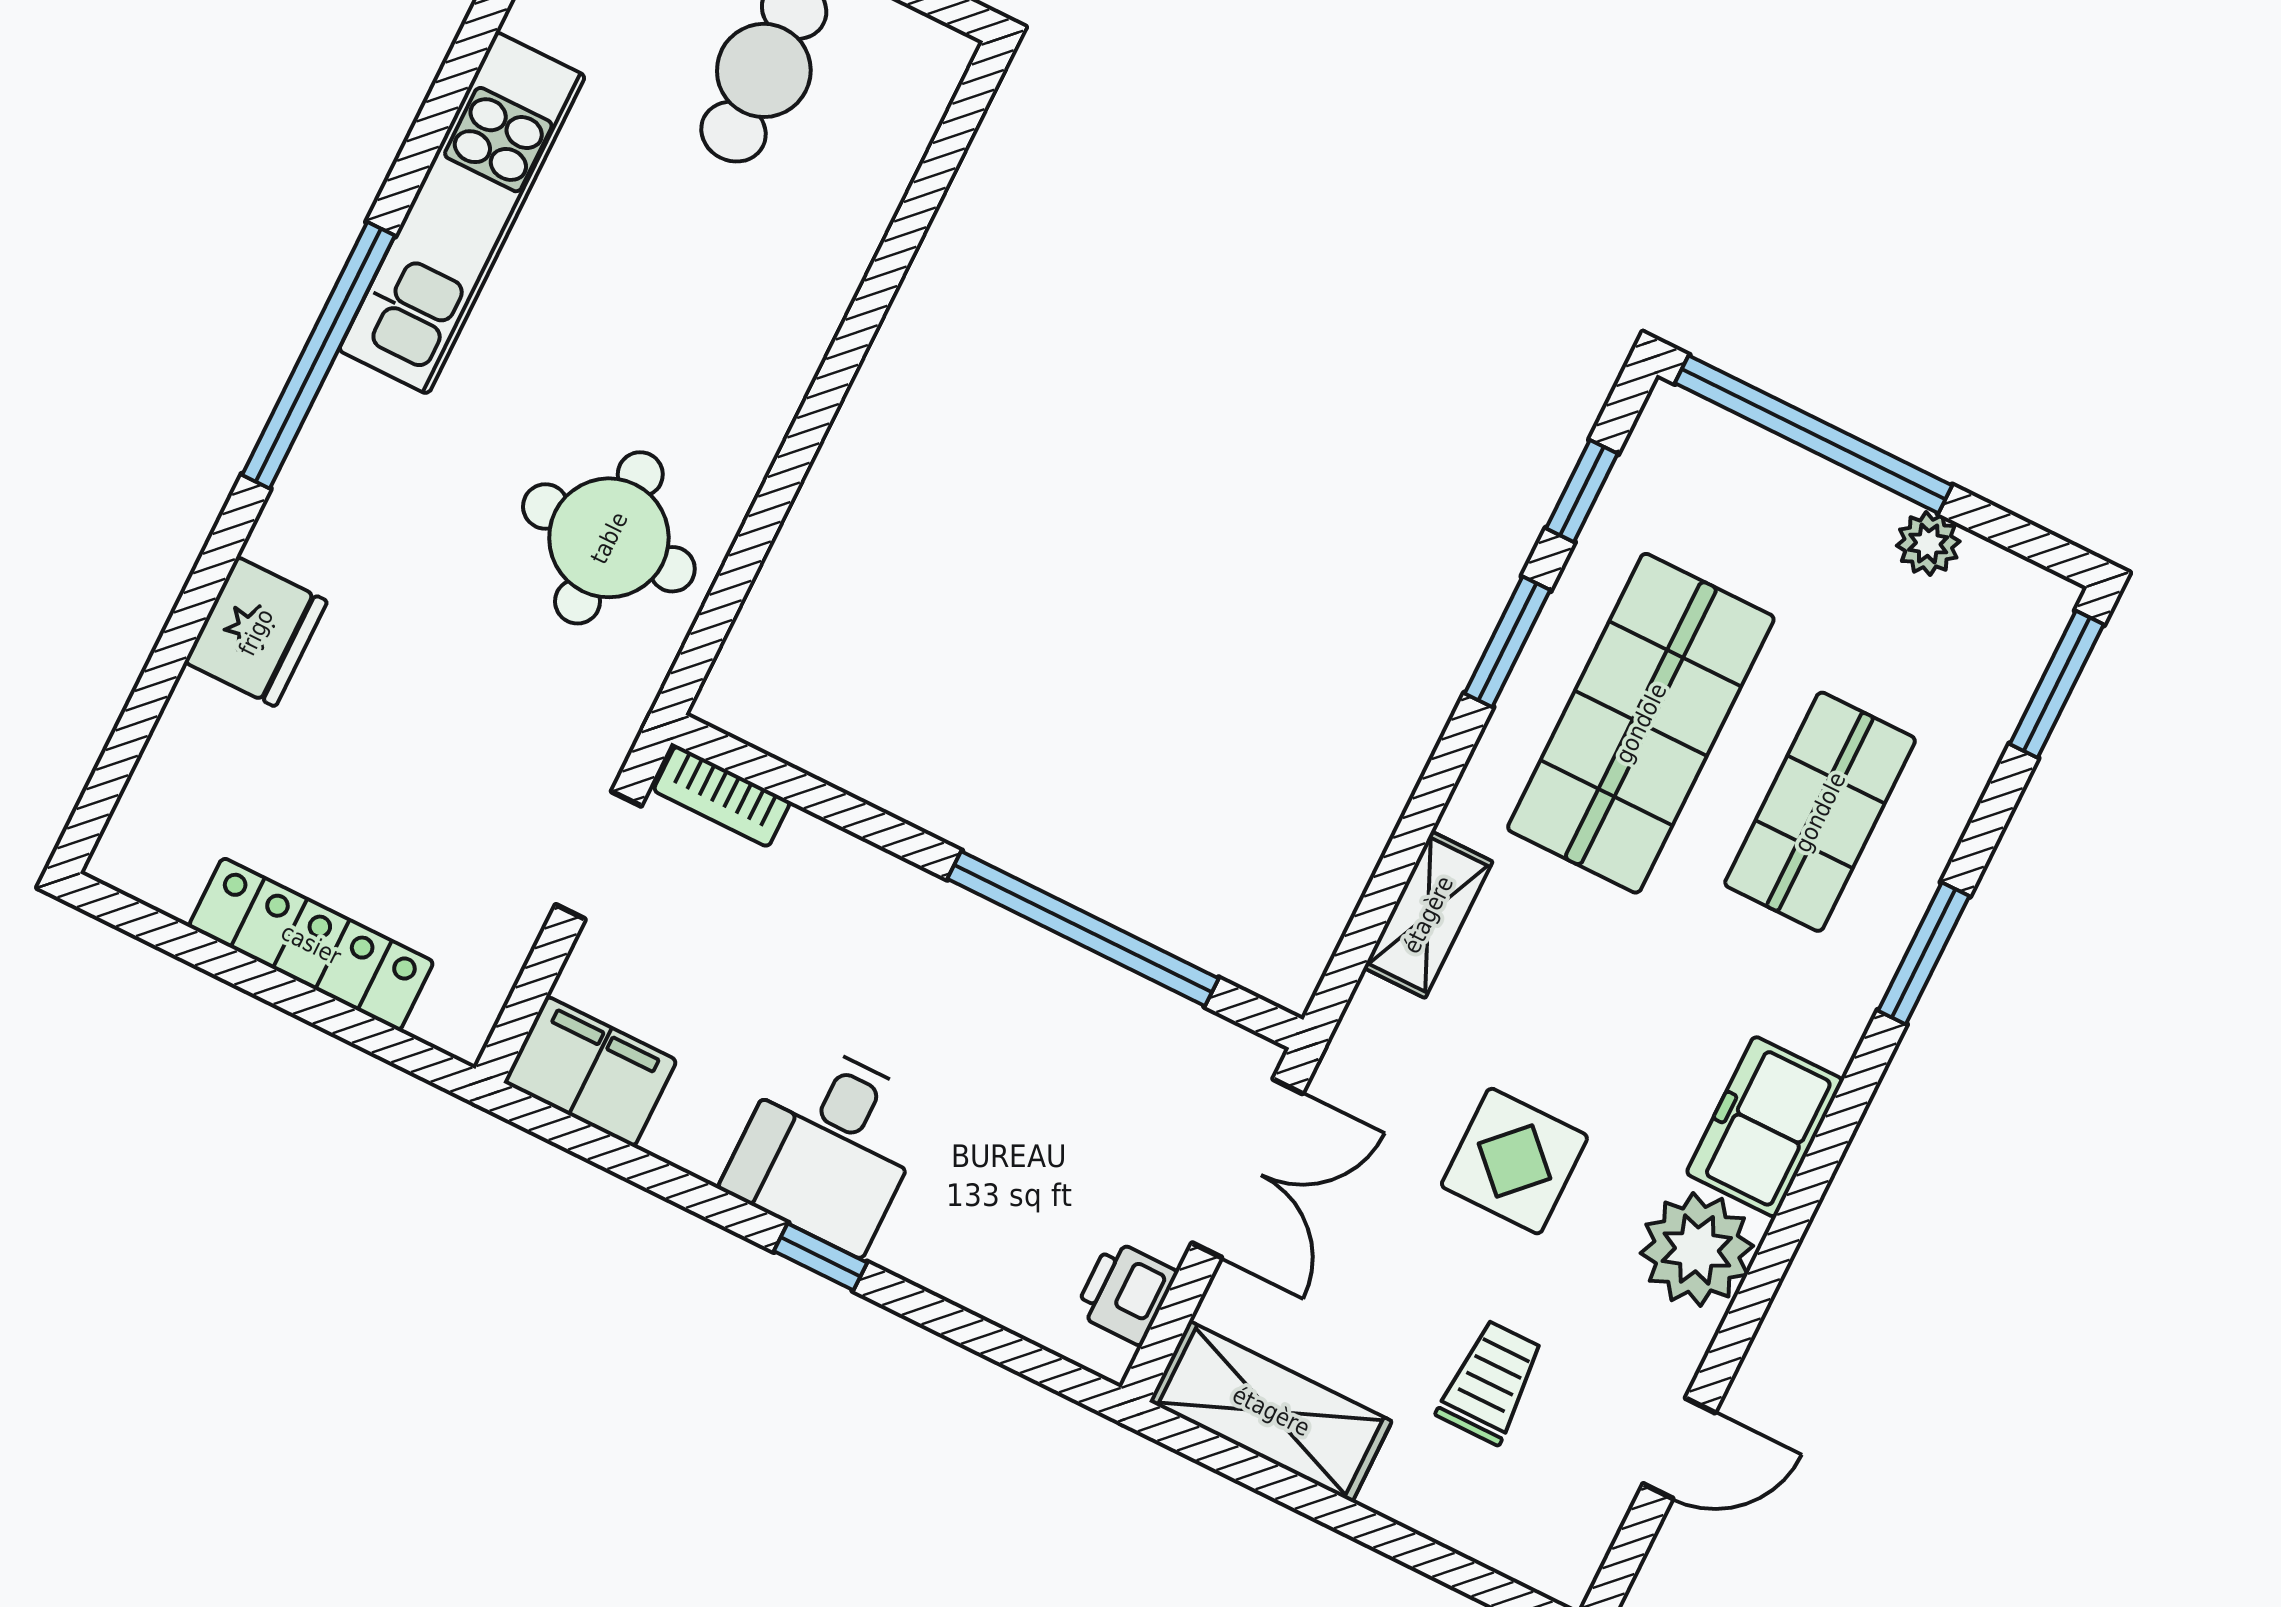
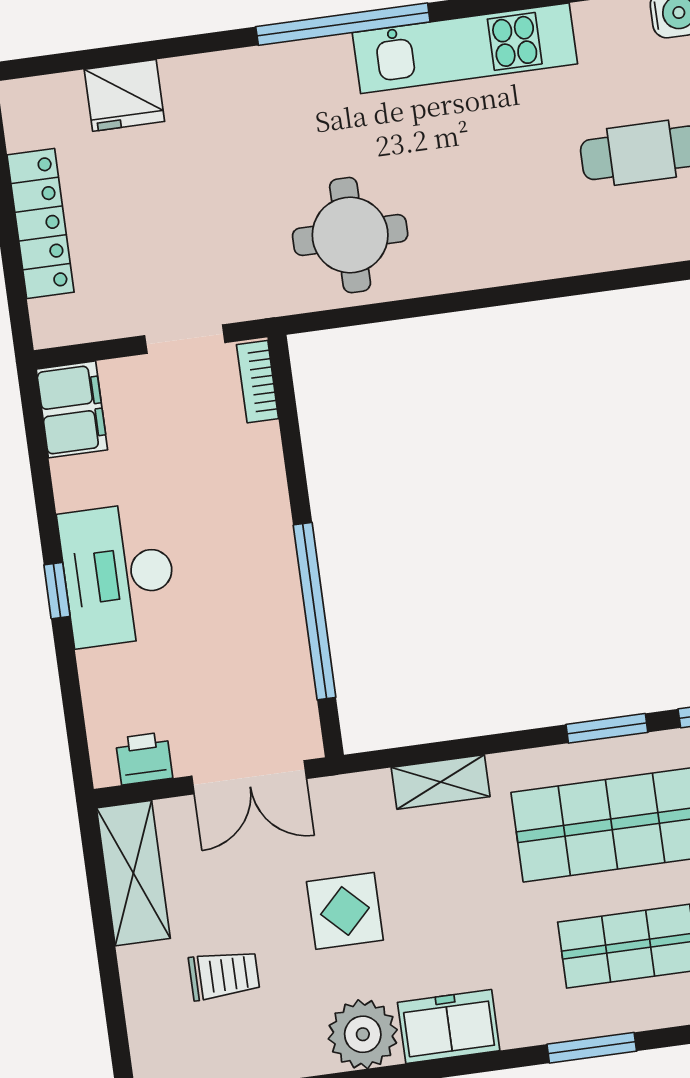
fridge: (256, 632) -> (124, 95), moved
desk: (828, 1146) -> (118, 575), width x1.37

